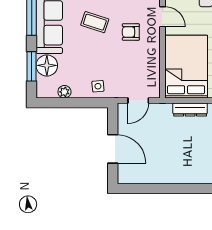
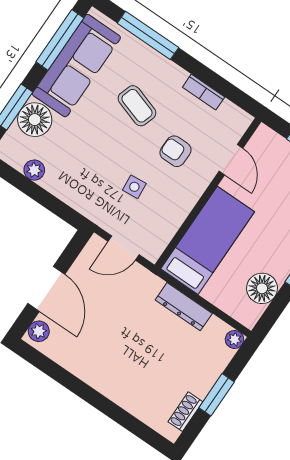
bed: (186, 67) -> (208, 240), width x0.67
side table: (98, 86) -> (134, 187), moved
plant: (124, 174) -> (39, 331), added

